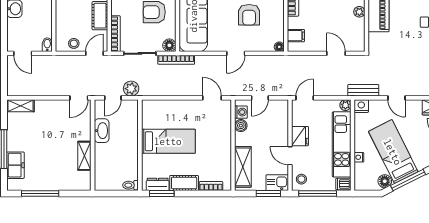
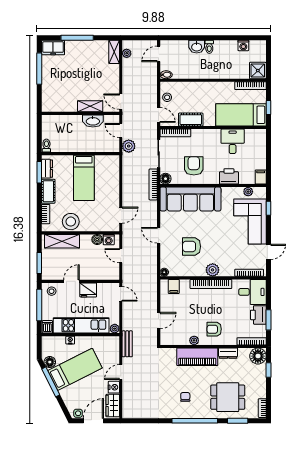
plant: (22, 91) -> (127, 53), added
nightstand: (361, 106) -> (114, 387), moved
shelving: (84, 156) -> (90, 106), moved
stool: (220, 157) -> (71, 222), added
freezer: (15, 165) -> (53, 48), moved
kitchen sink: (277, 183) -> (49, 271), removed

